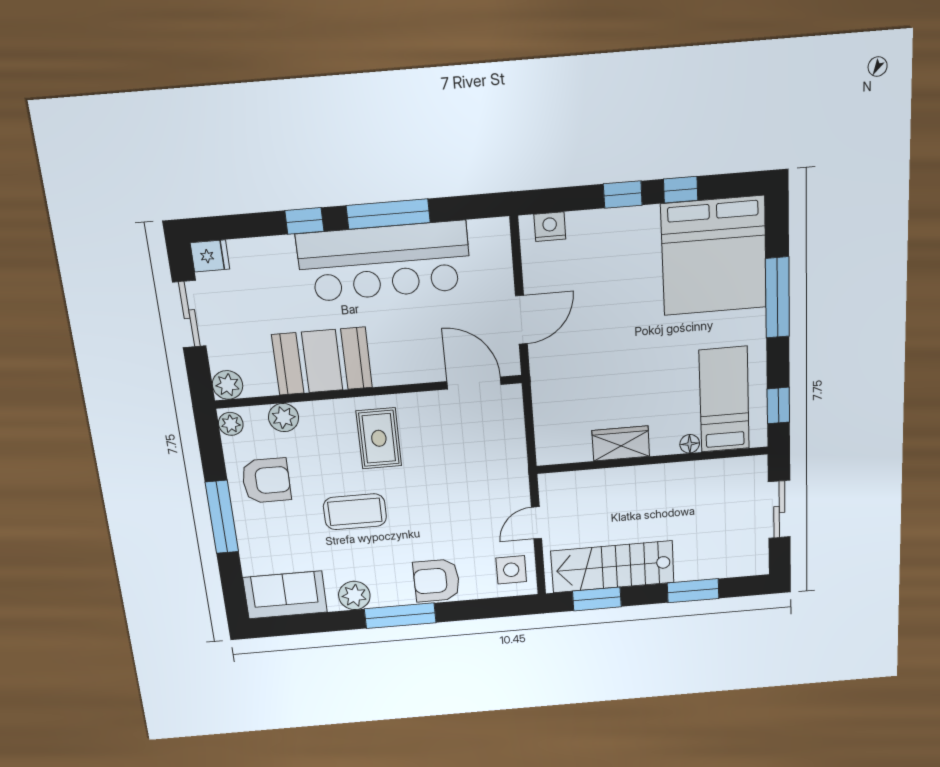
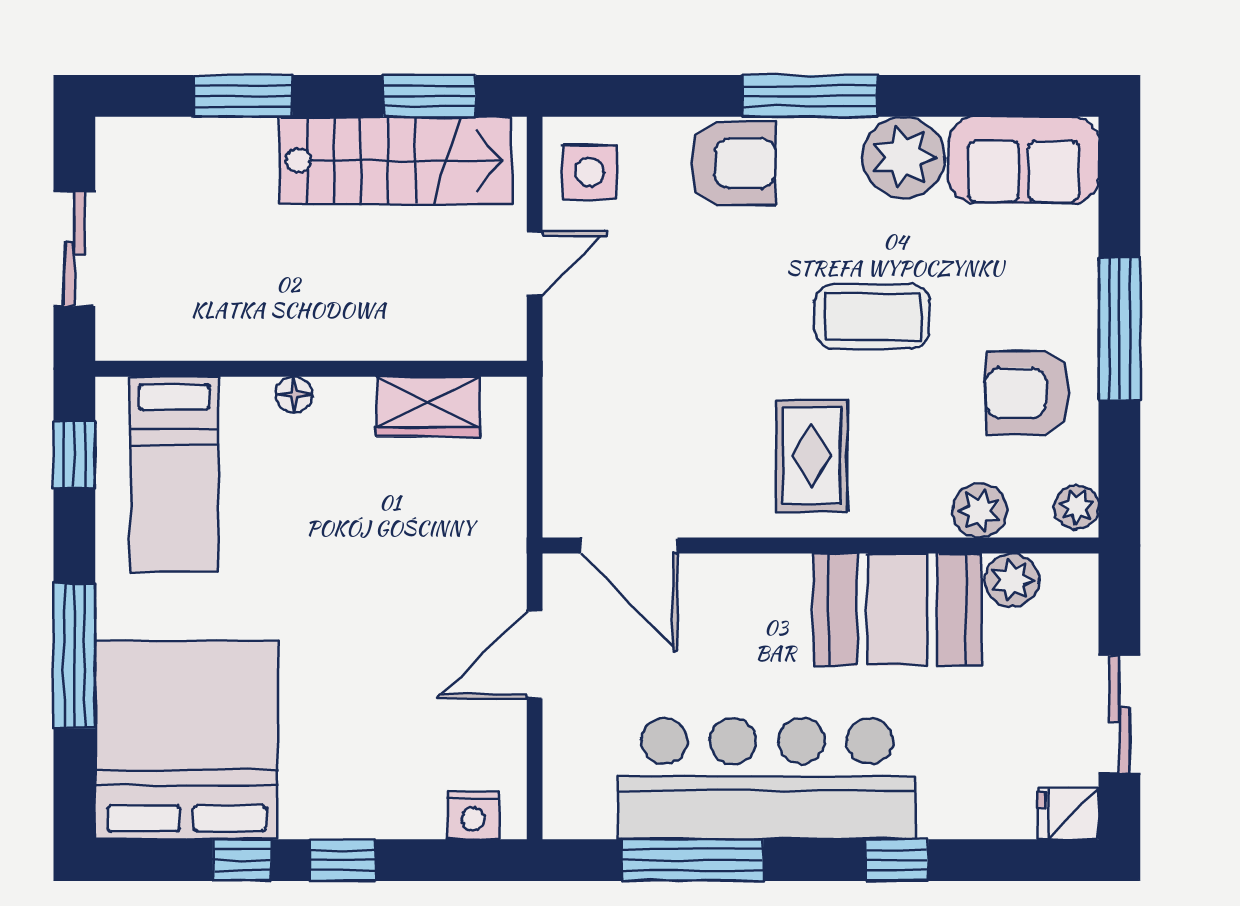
window: (388, 214) -> (692, 860), moved
plant: (228, 385) -> (1012, 580), moved
wardrobe: (621, 443) -> (428, 407), moved
floor lamp: (690, 444) -> (294, 395), moved
plant: (354, 596) -> (904, 157), width x1.36, depth x1.36

